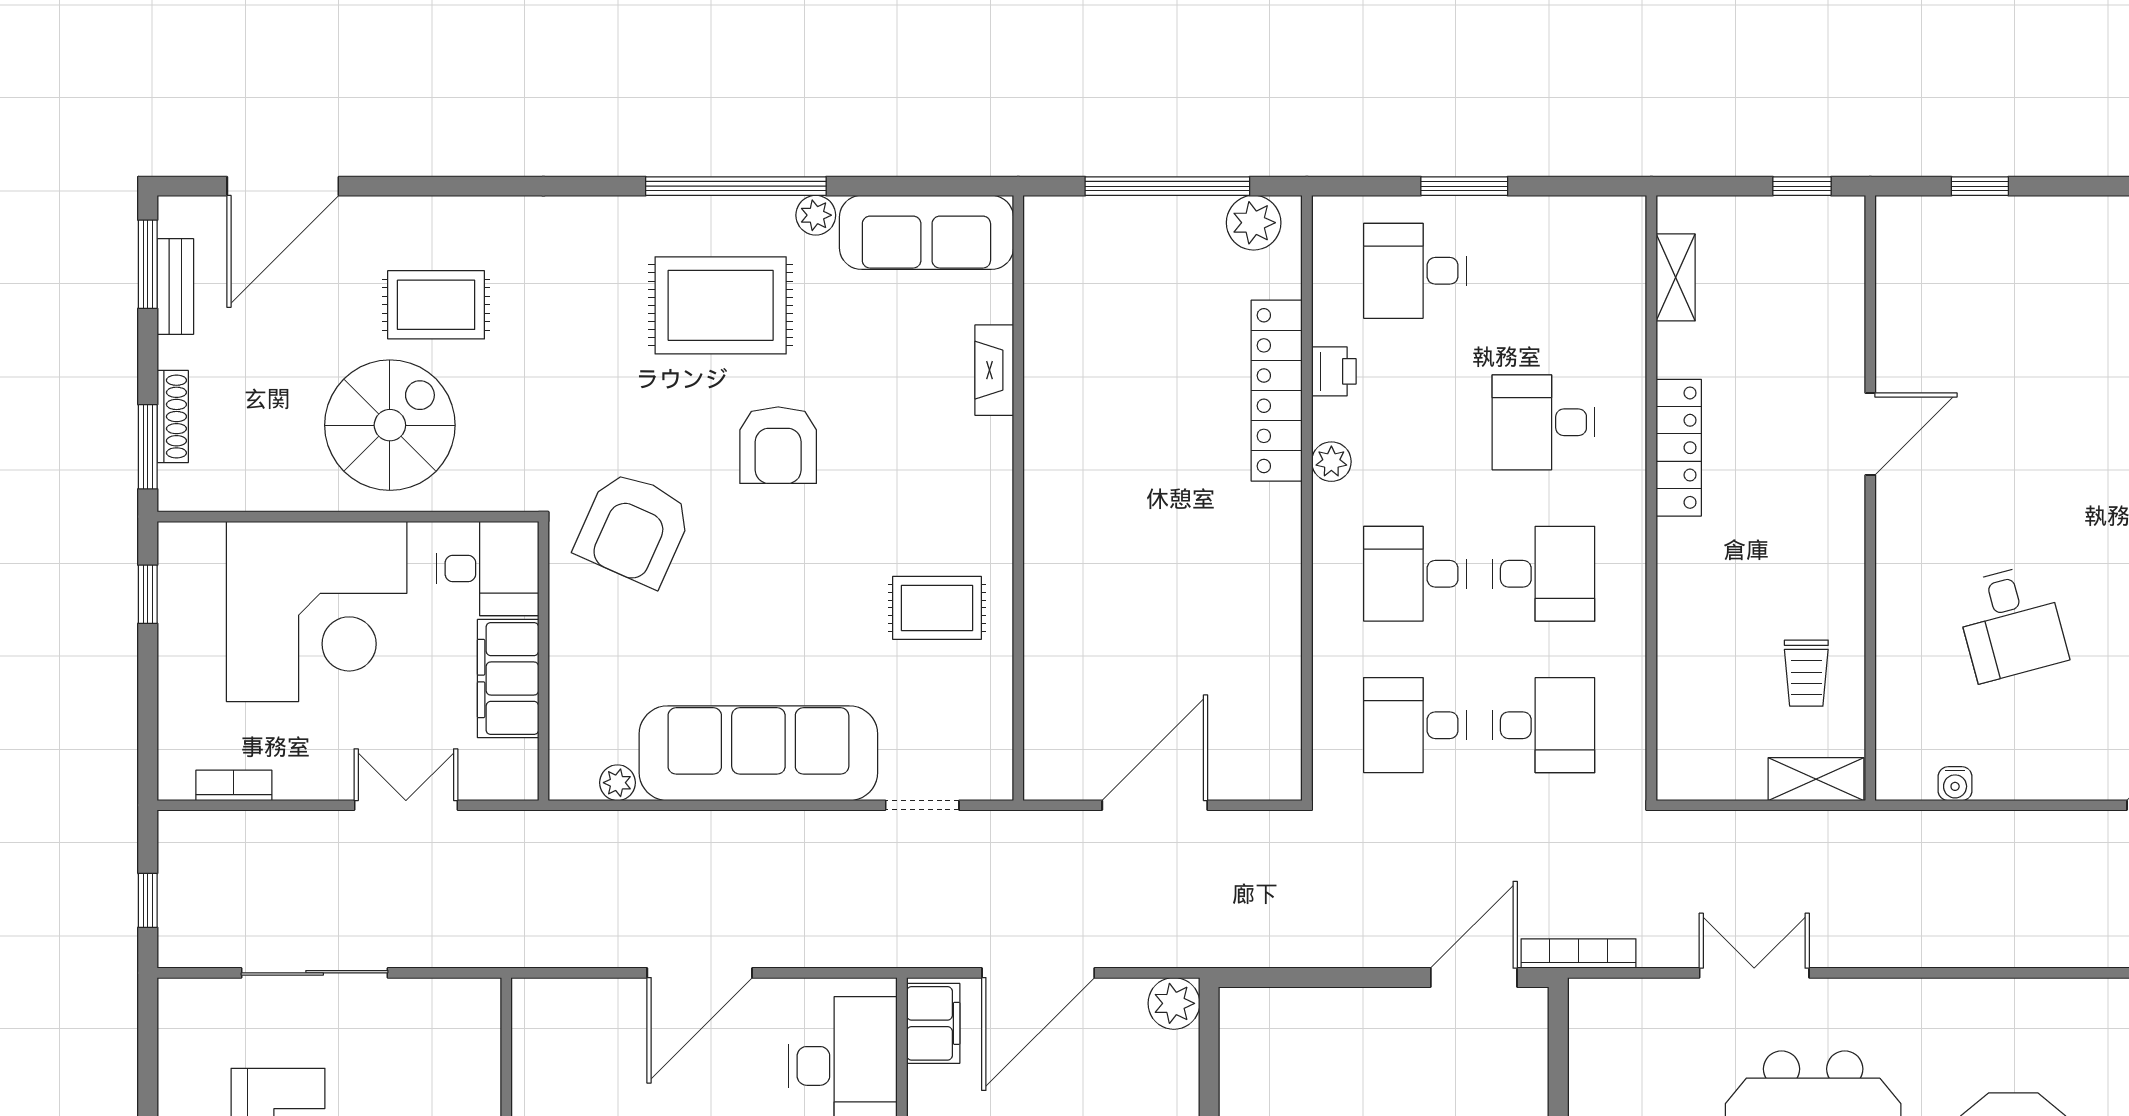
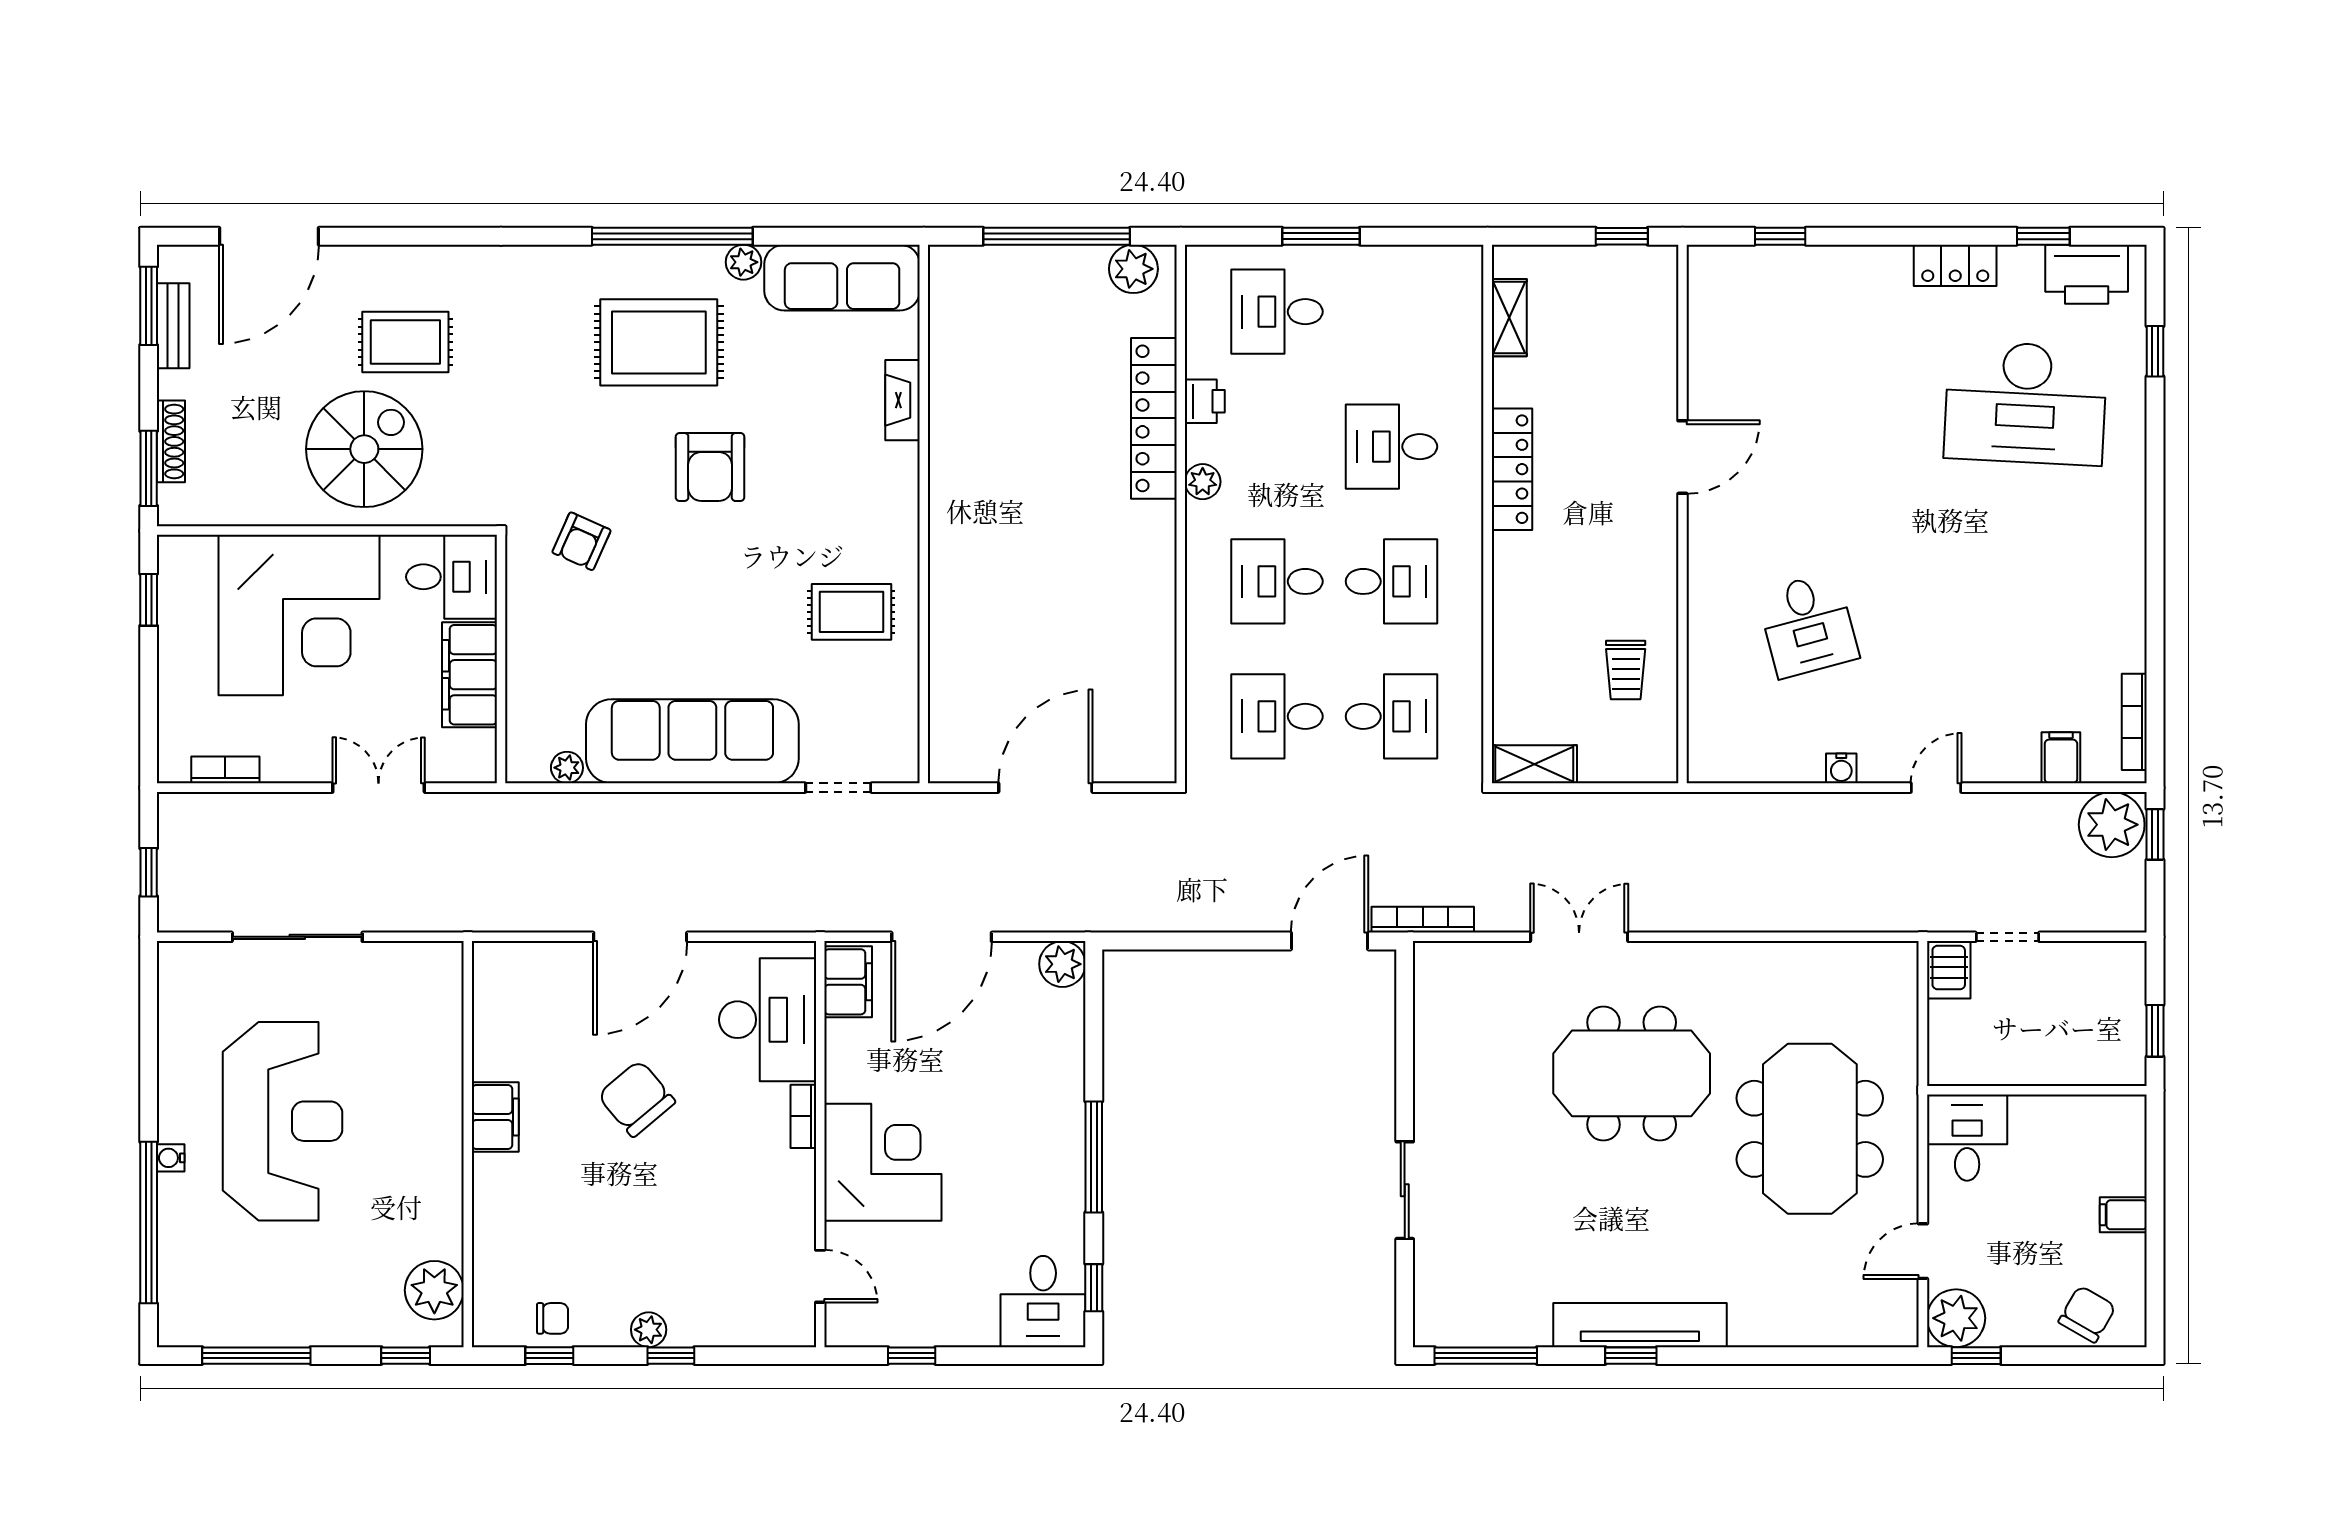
armchair: (634, 529) -> (581, 541), width x0.53, depth x0.53
shelving: (1816, 779) -> (1534, 764), moved
water cooler: (1955, 784) -> (1841, 768), moved

